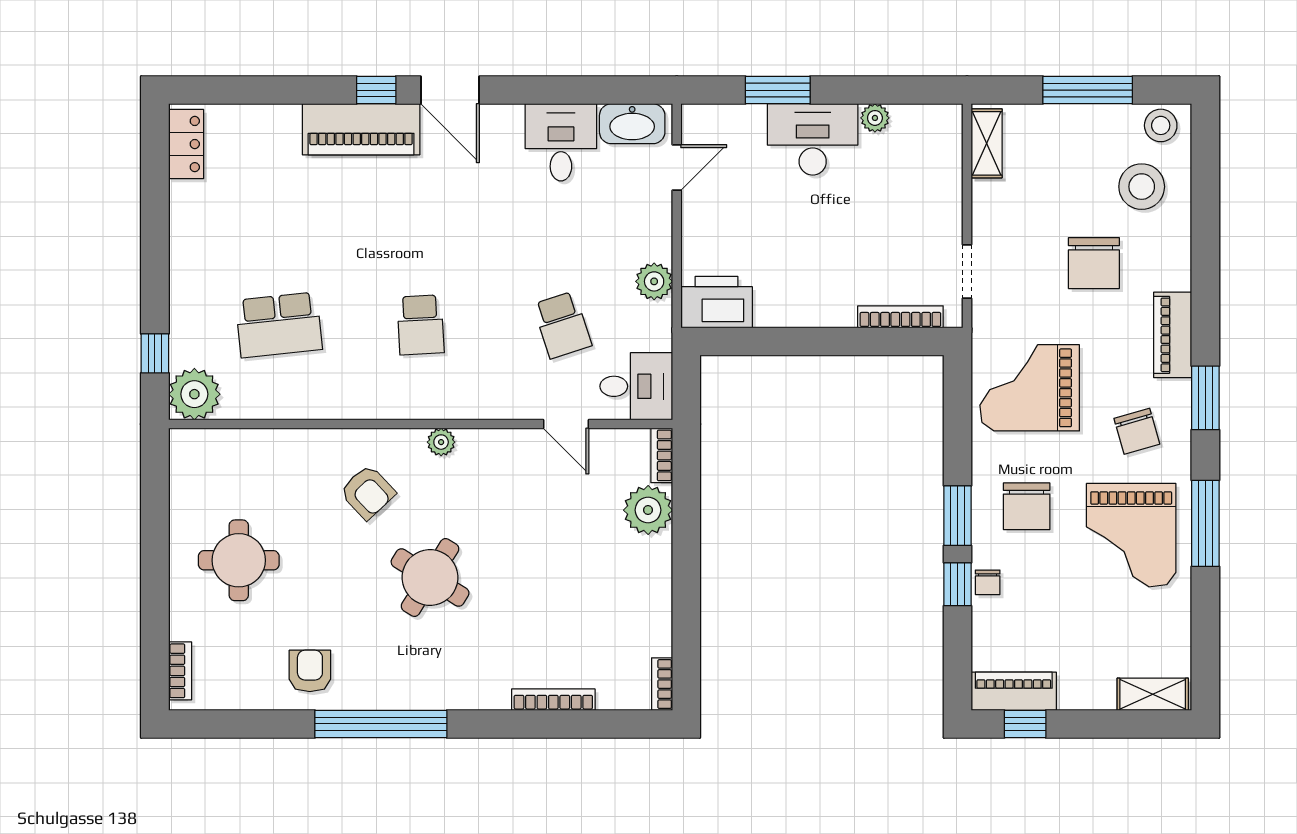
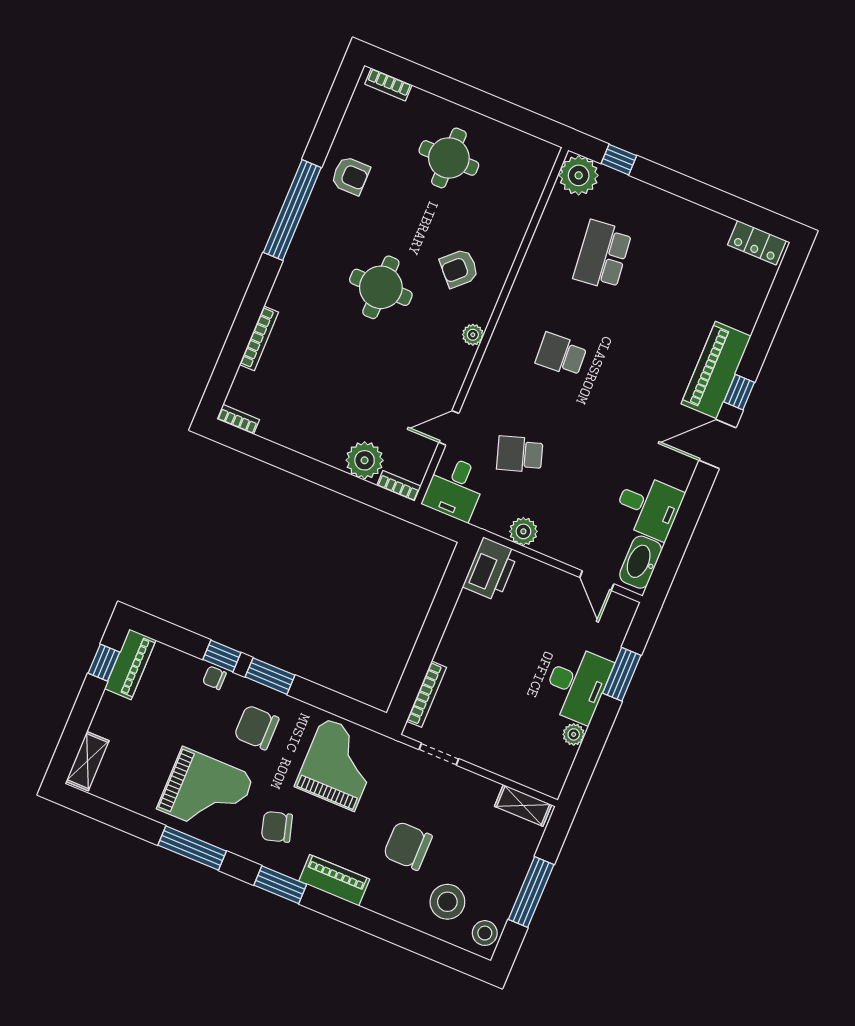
grand piano: (1131, 535) -> (206, 792), turned 180
round table: (430, 578) -> (381, 287), turned -32

